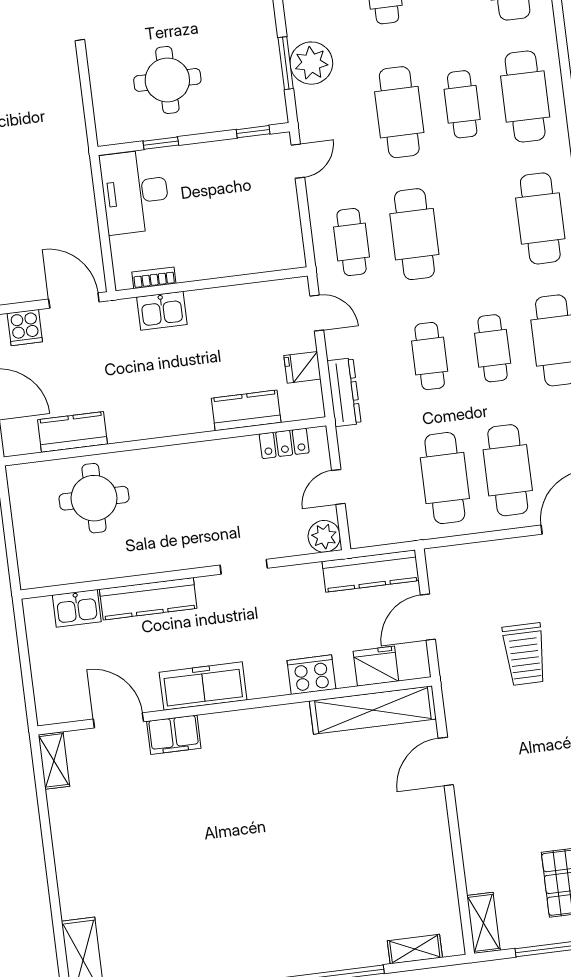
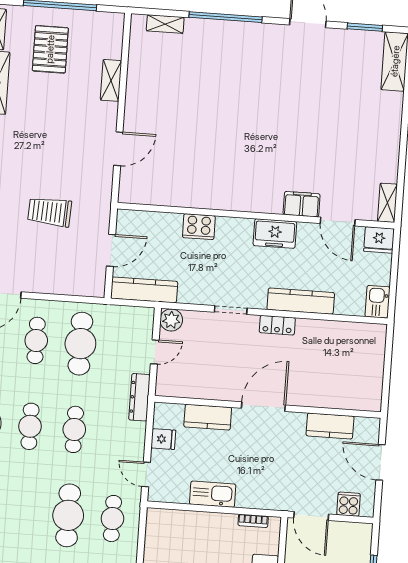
kitchen sink: (162, 311) -> (213, 494), moved, width x1.38
dresser: (344, 392) -> (139, 397), moved
door: (171, 441) -> (263, 407), added
locker: (284, 443) -> (277, 325), moved, turned 180
cafe table: (508, 470) -> (36, 340), width x0.73, depth x0.74
round table: (94, 498) -> (324, 378), removed
kitchen sink: (77, 608) -> (378, 302), moved, turned -90
trolley: (525, 654) -> (50, 212), turned -87
fridge: (376, 666) -> (379, 240), moved
freezer: (203, 686) -> (275, 234), width x0.71
shelving: (373, 710) -> (161, 194), removed
shelving: (483, 923) -> (111, 80), moved

